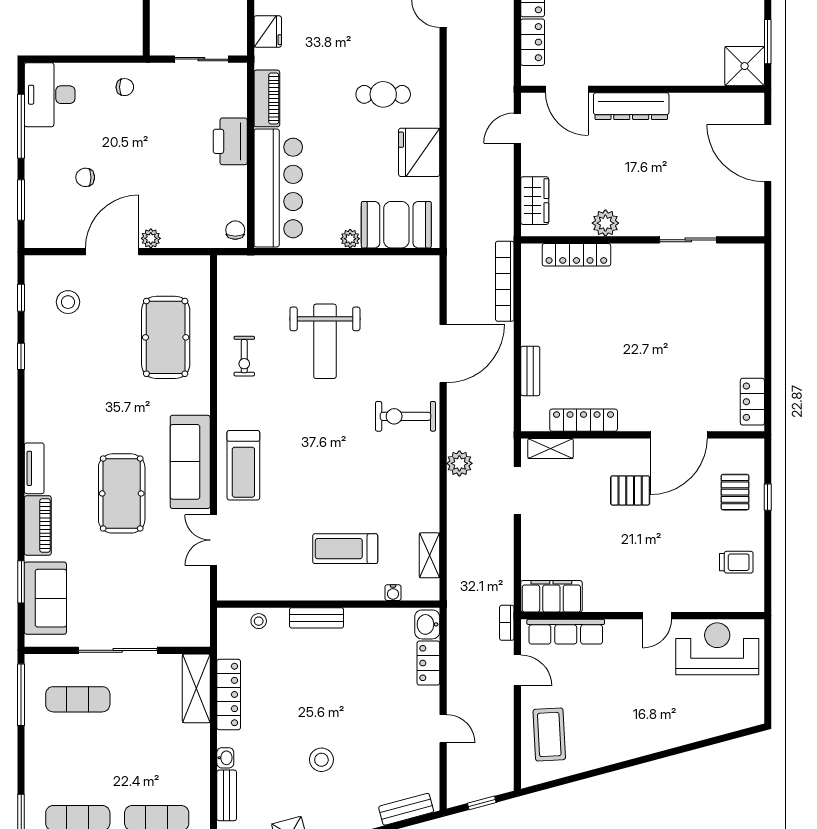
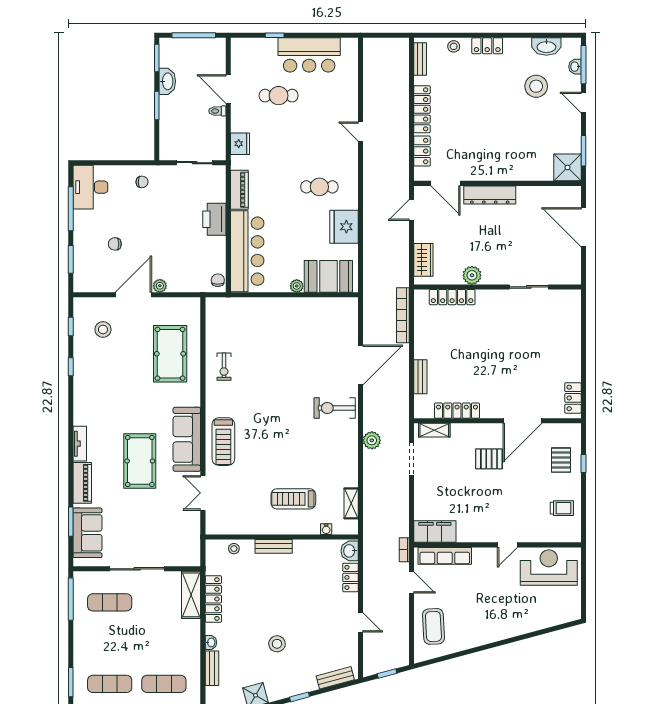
weight bench: (325, 341) -> (279, 356), removed

